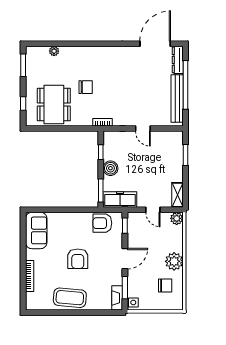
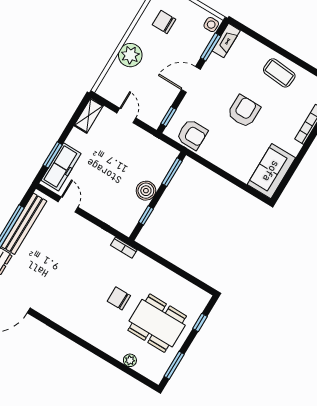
dining table: (54, 105) -> (157, 323), moved, turned 90
door: (143, 129) -> (68, 204), moved
freezer: (120, 199) -> (61, 167), moved, turned -90
plant: (177, 218) -> (106, 89), removed
plant: (174, 261) -> (130, 55), moved
coffee table: (70, 298) -> (279, 73), width x0.73, depth x0.76

